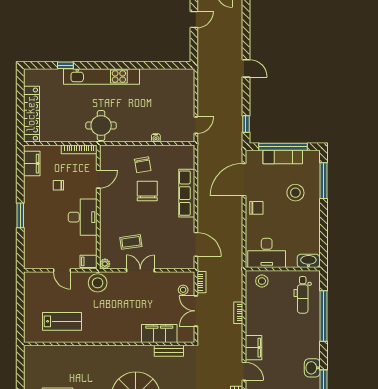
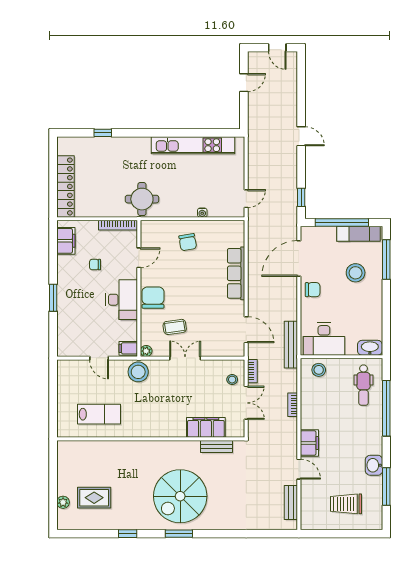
kitchen unit: (101, 76) -> (193, 145), moved
exam couch: (283, 157) -> (359, 234), moved
chair: (147, 191) -> (153, 298), moved
bench: (237, 258) -> (291, 345), added
double door: (196, 311) -> (246, 403), swing flipped

